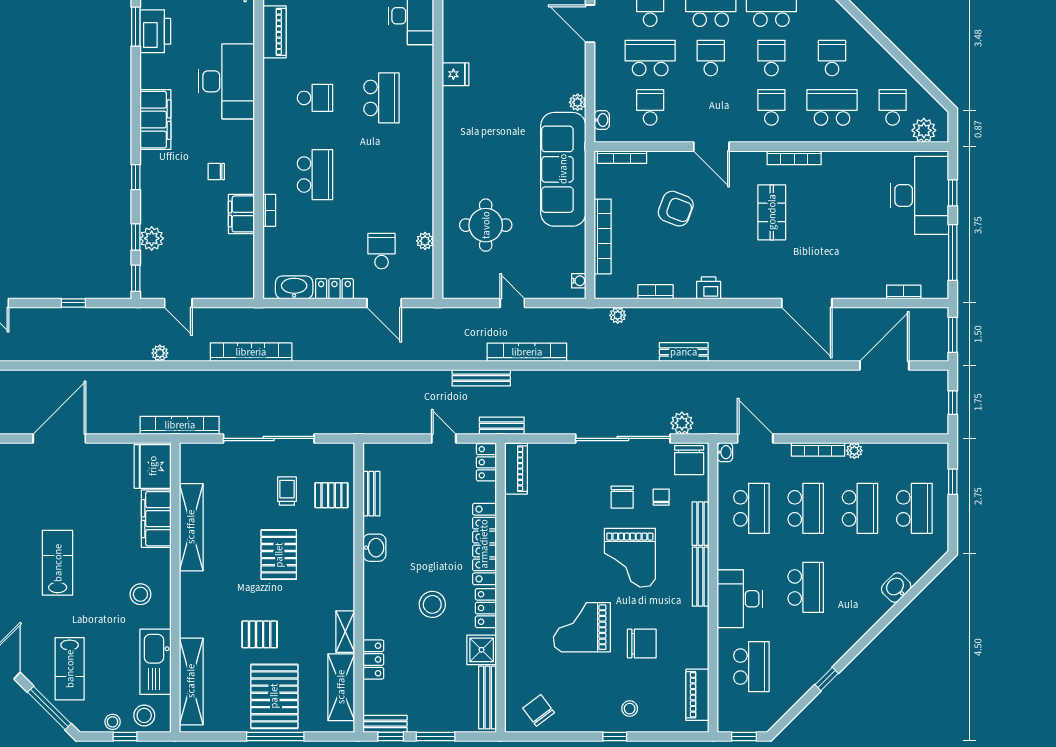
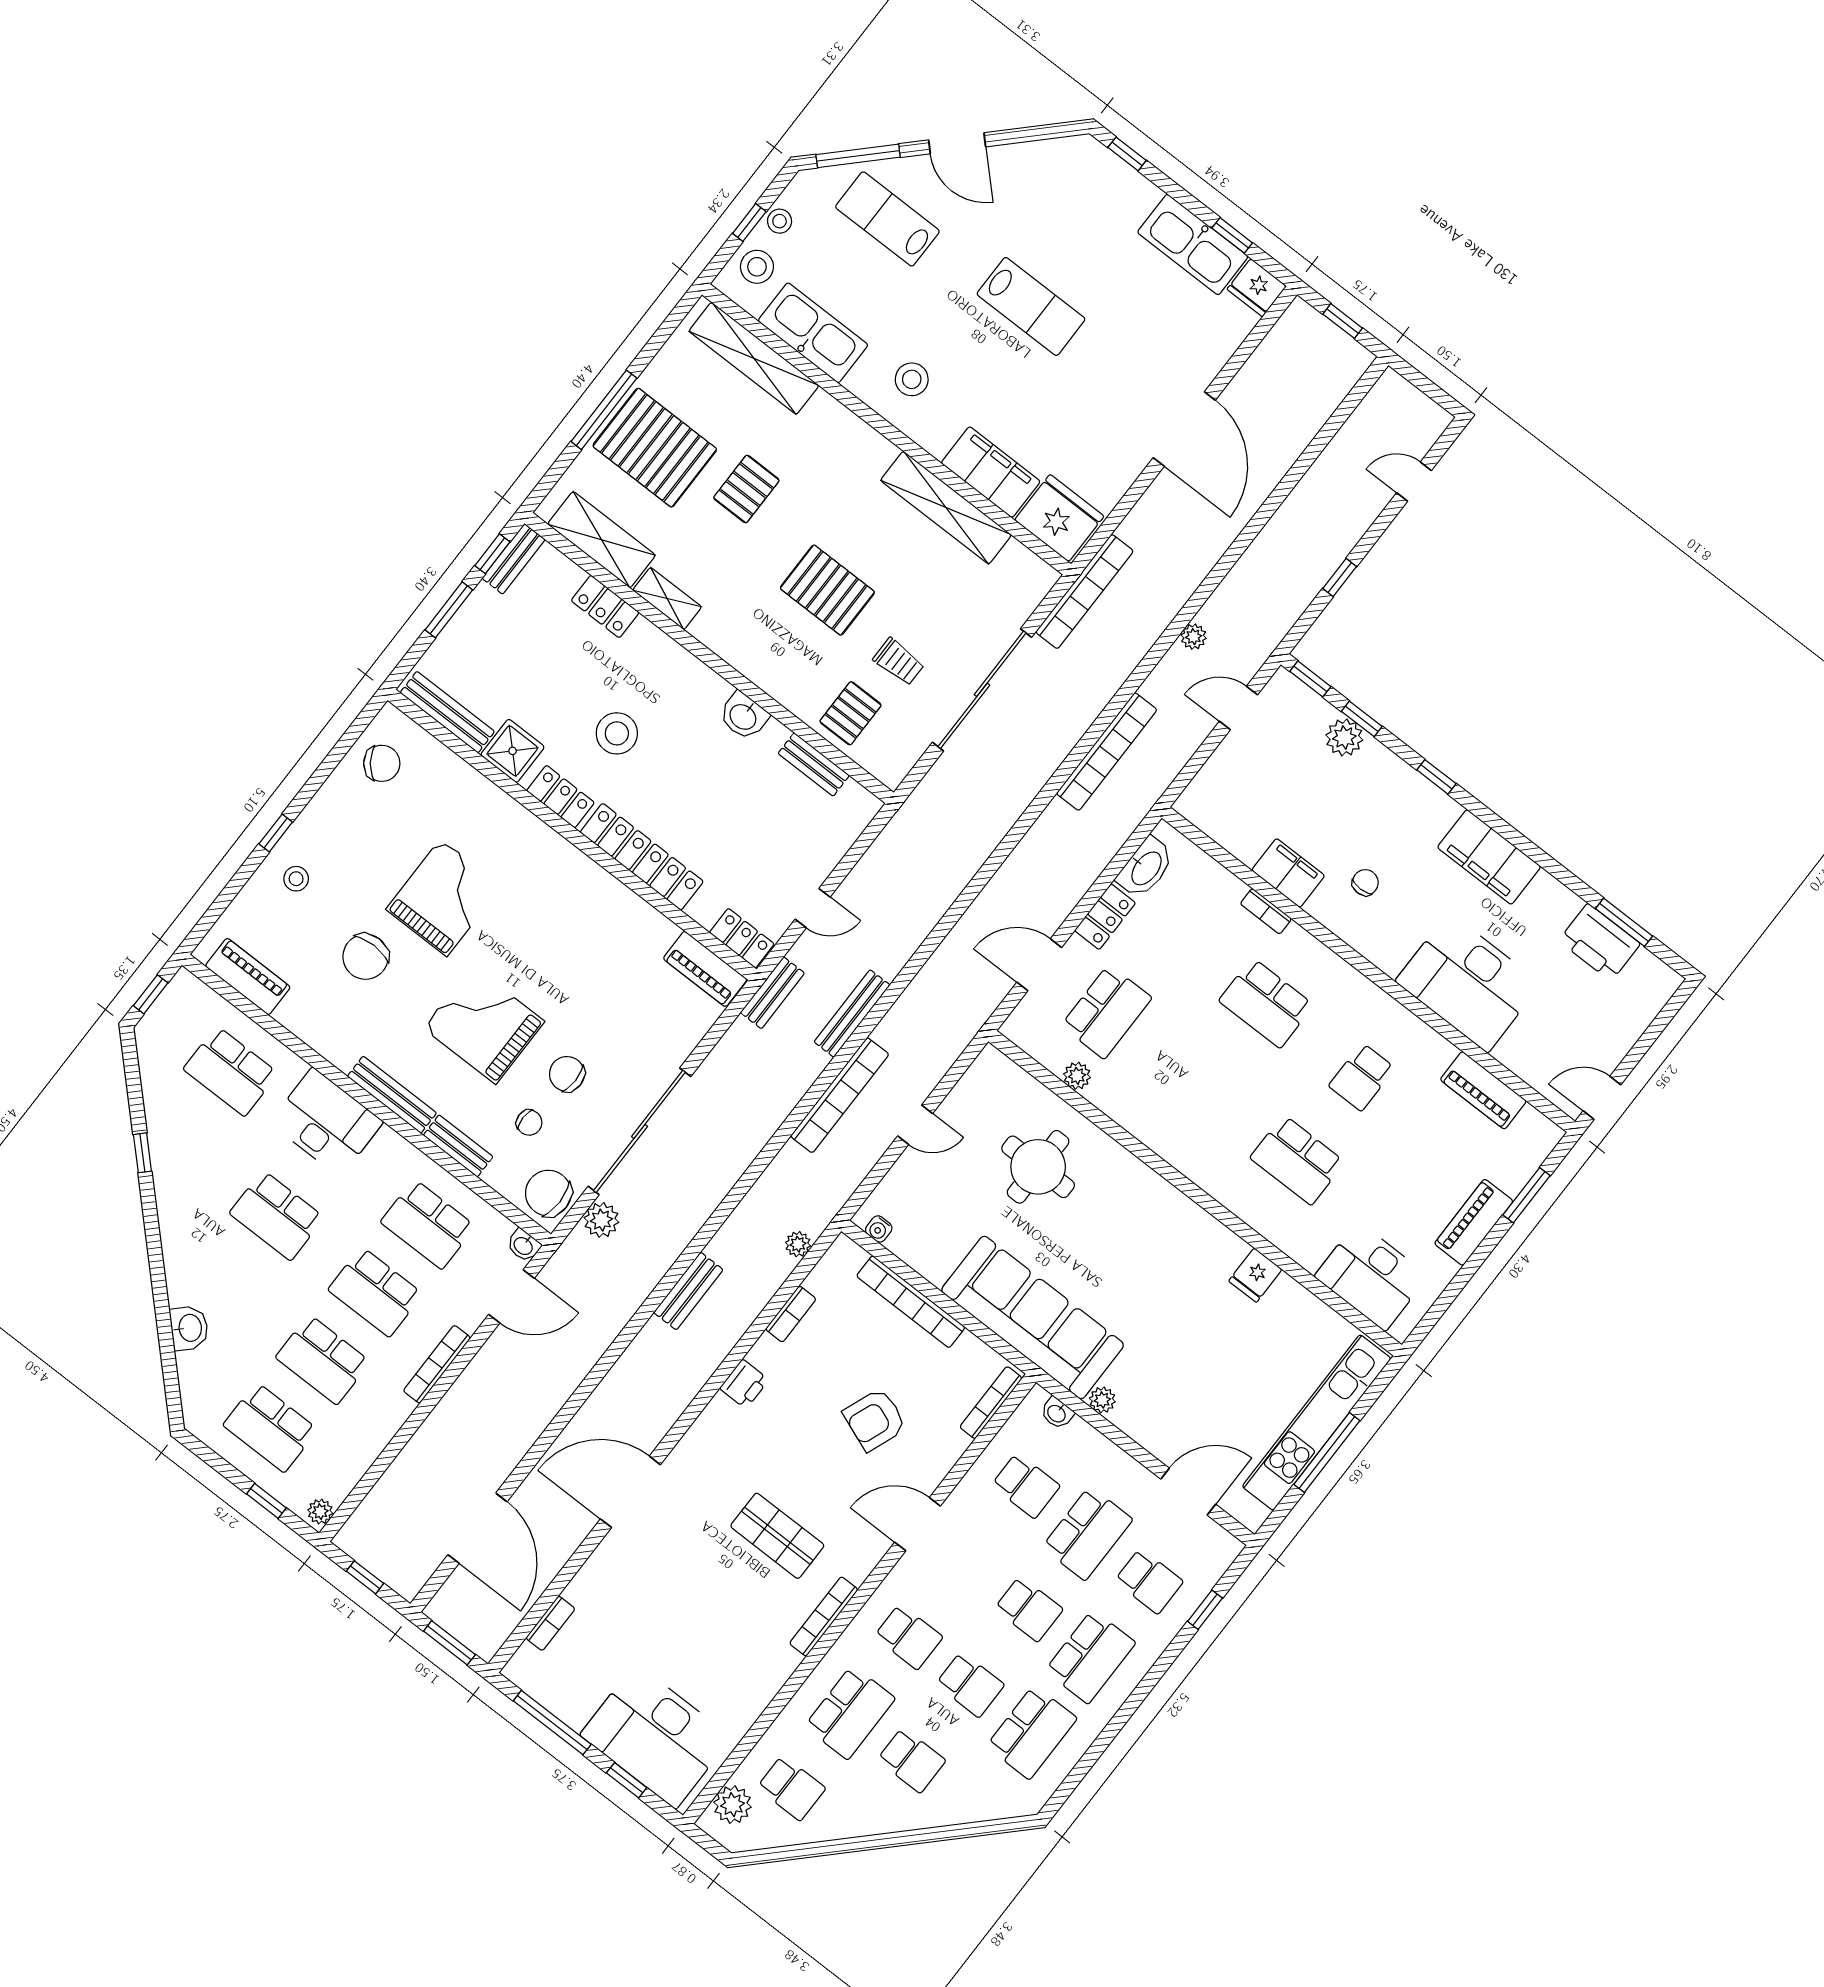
school desk: (382, 251) -> (1106, 1012), width x1.85
plant: (854, 451) -> (320, 1512), moved

